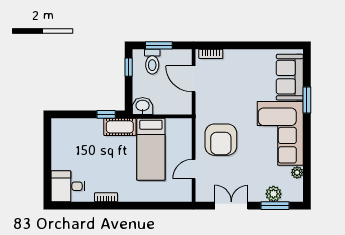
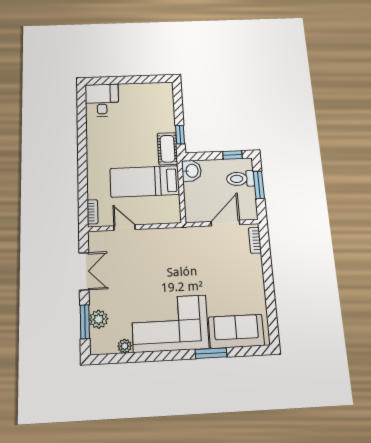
armchair: (221, 140) -> (159, 256), removed
bookcase: (106, 197) -> (92, 212), moved

